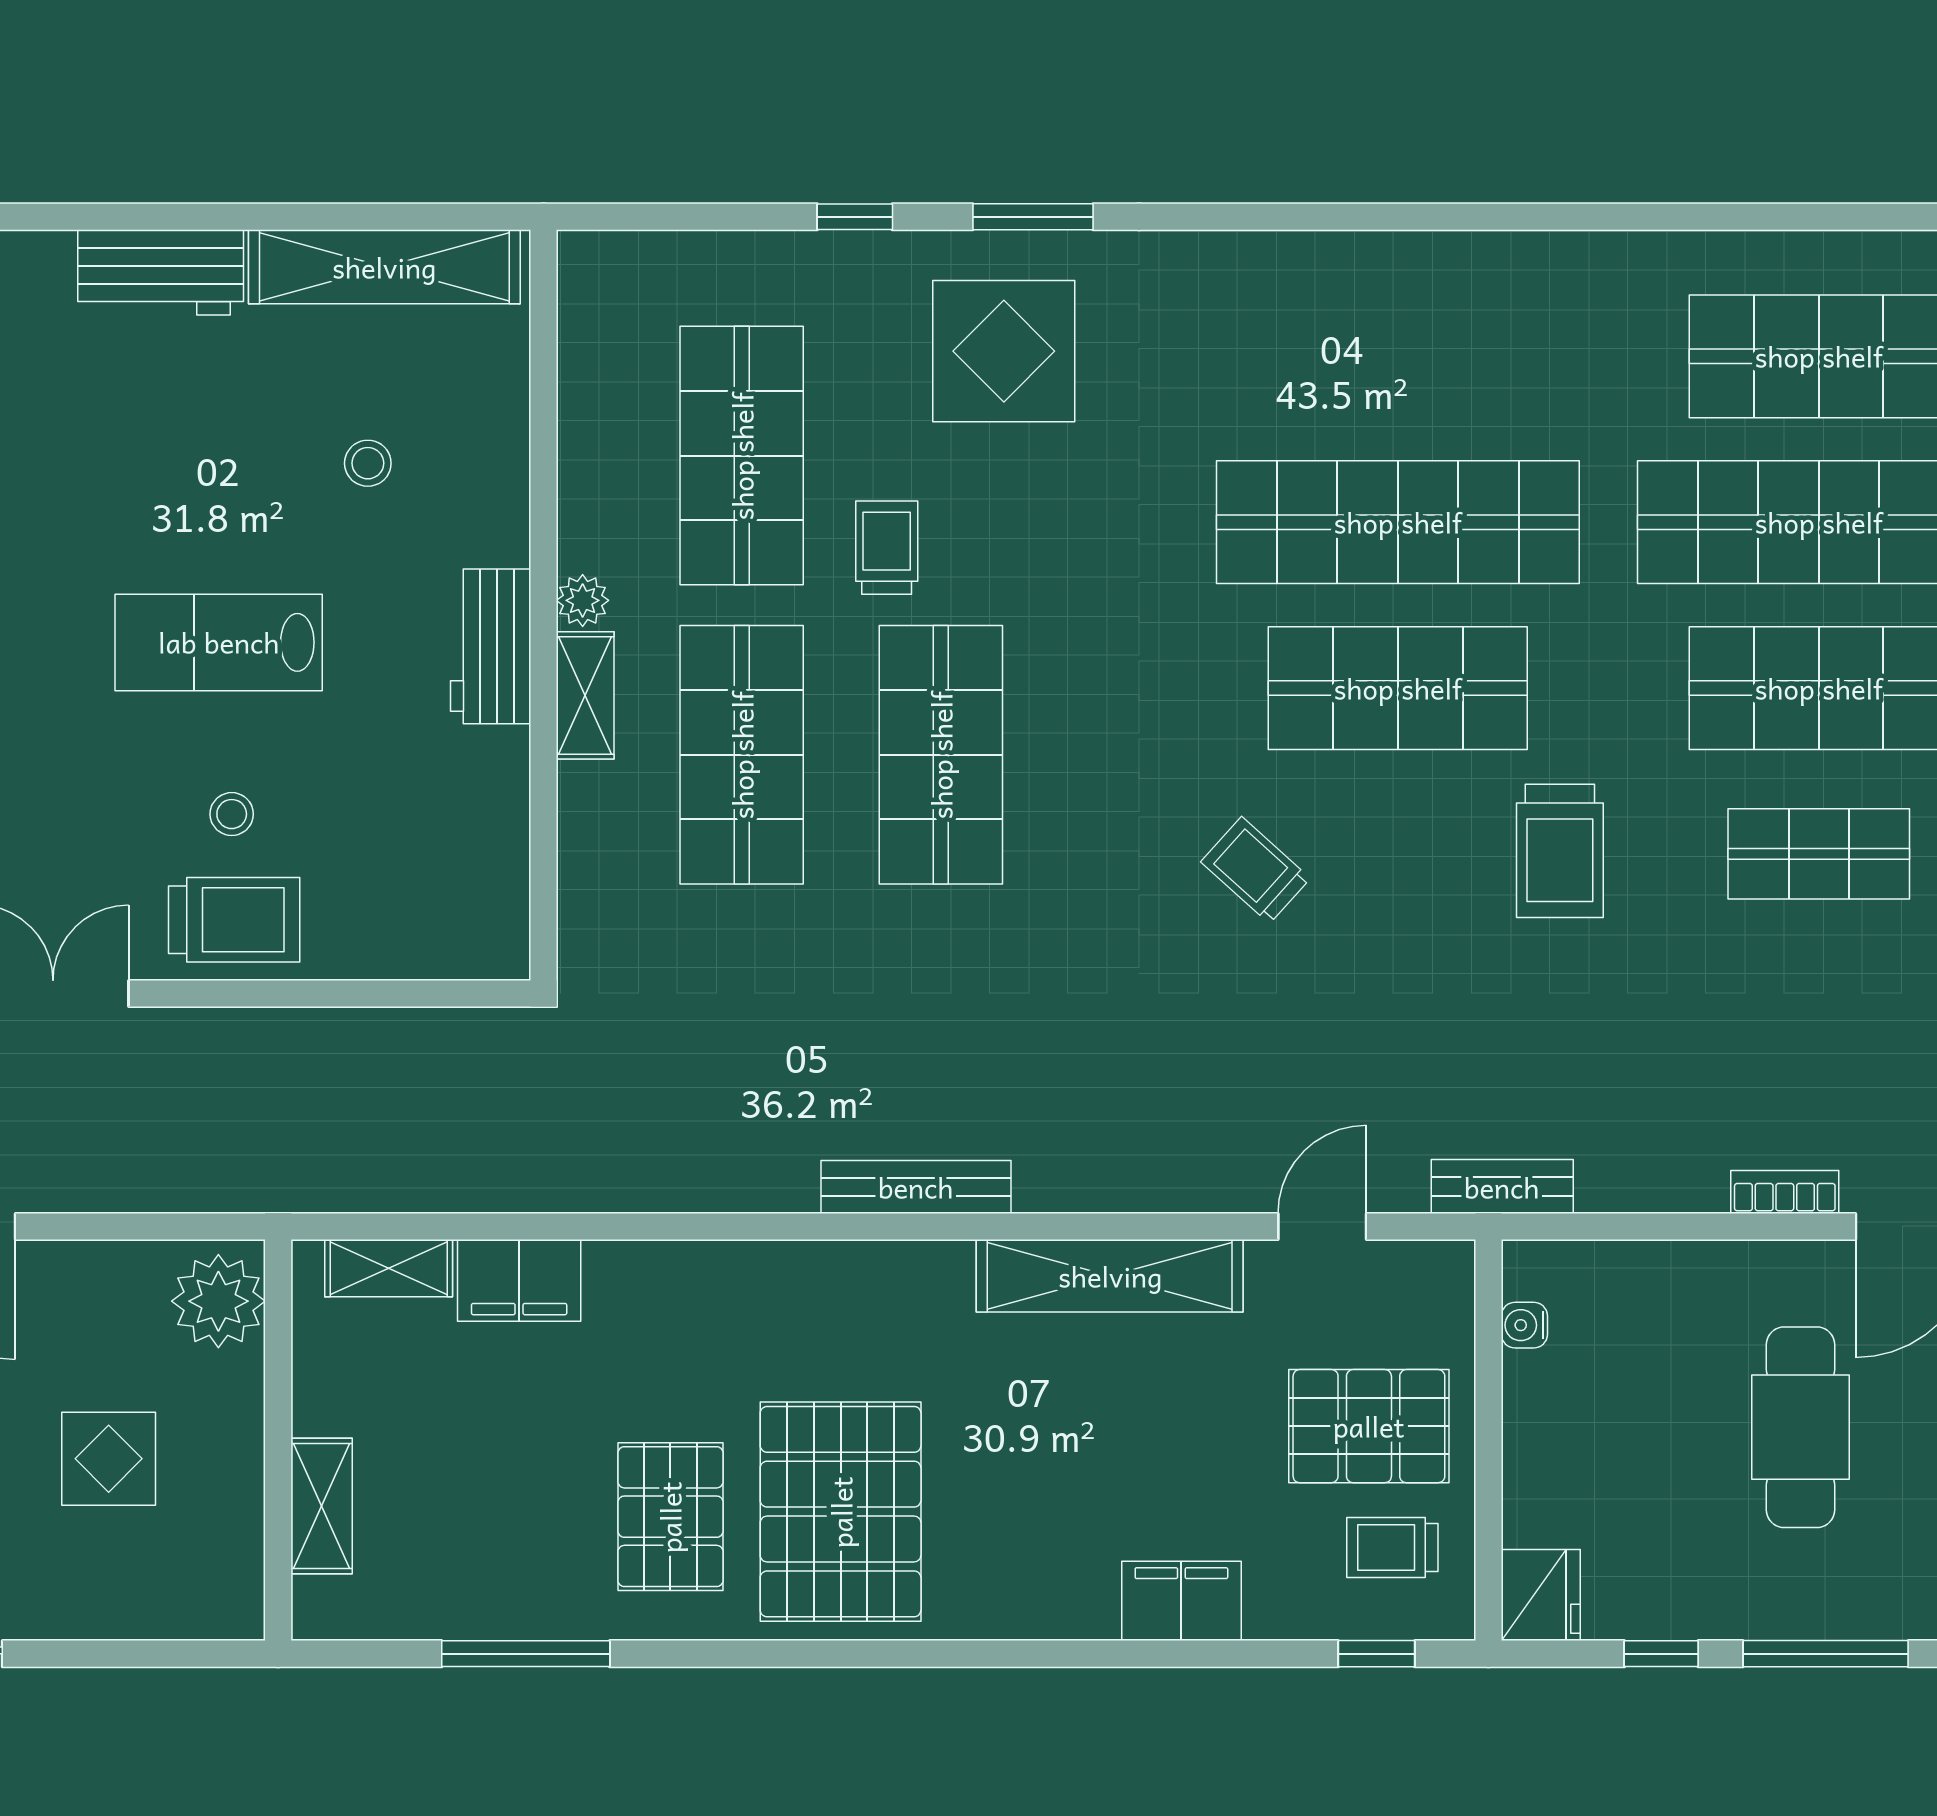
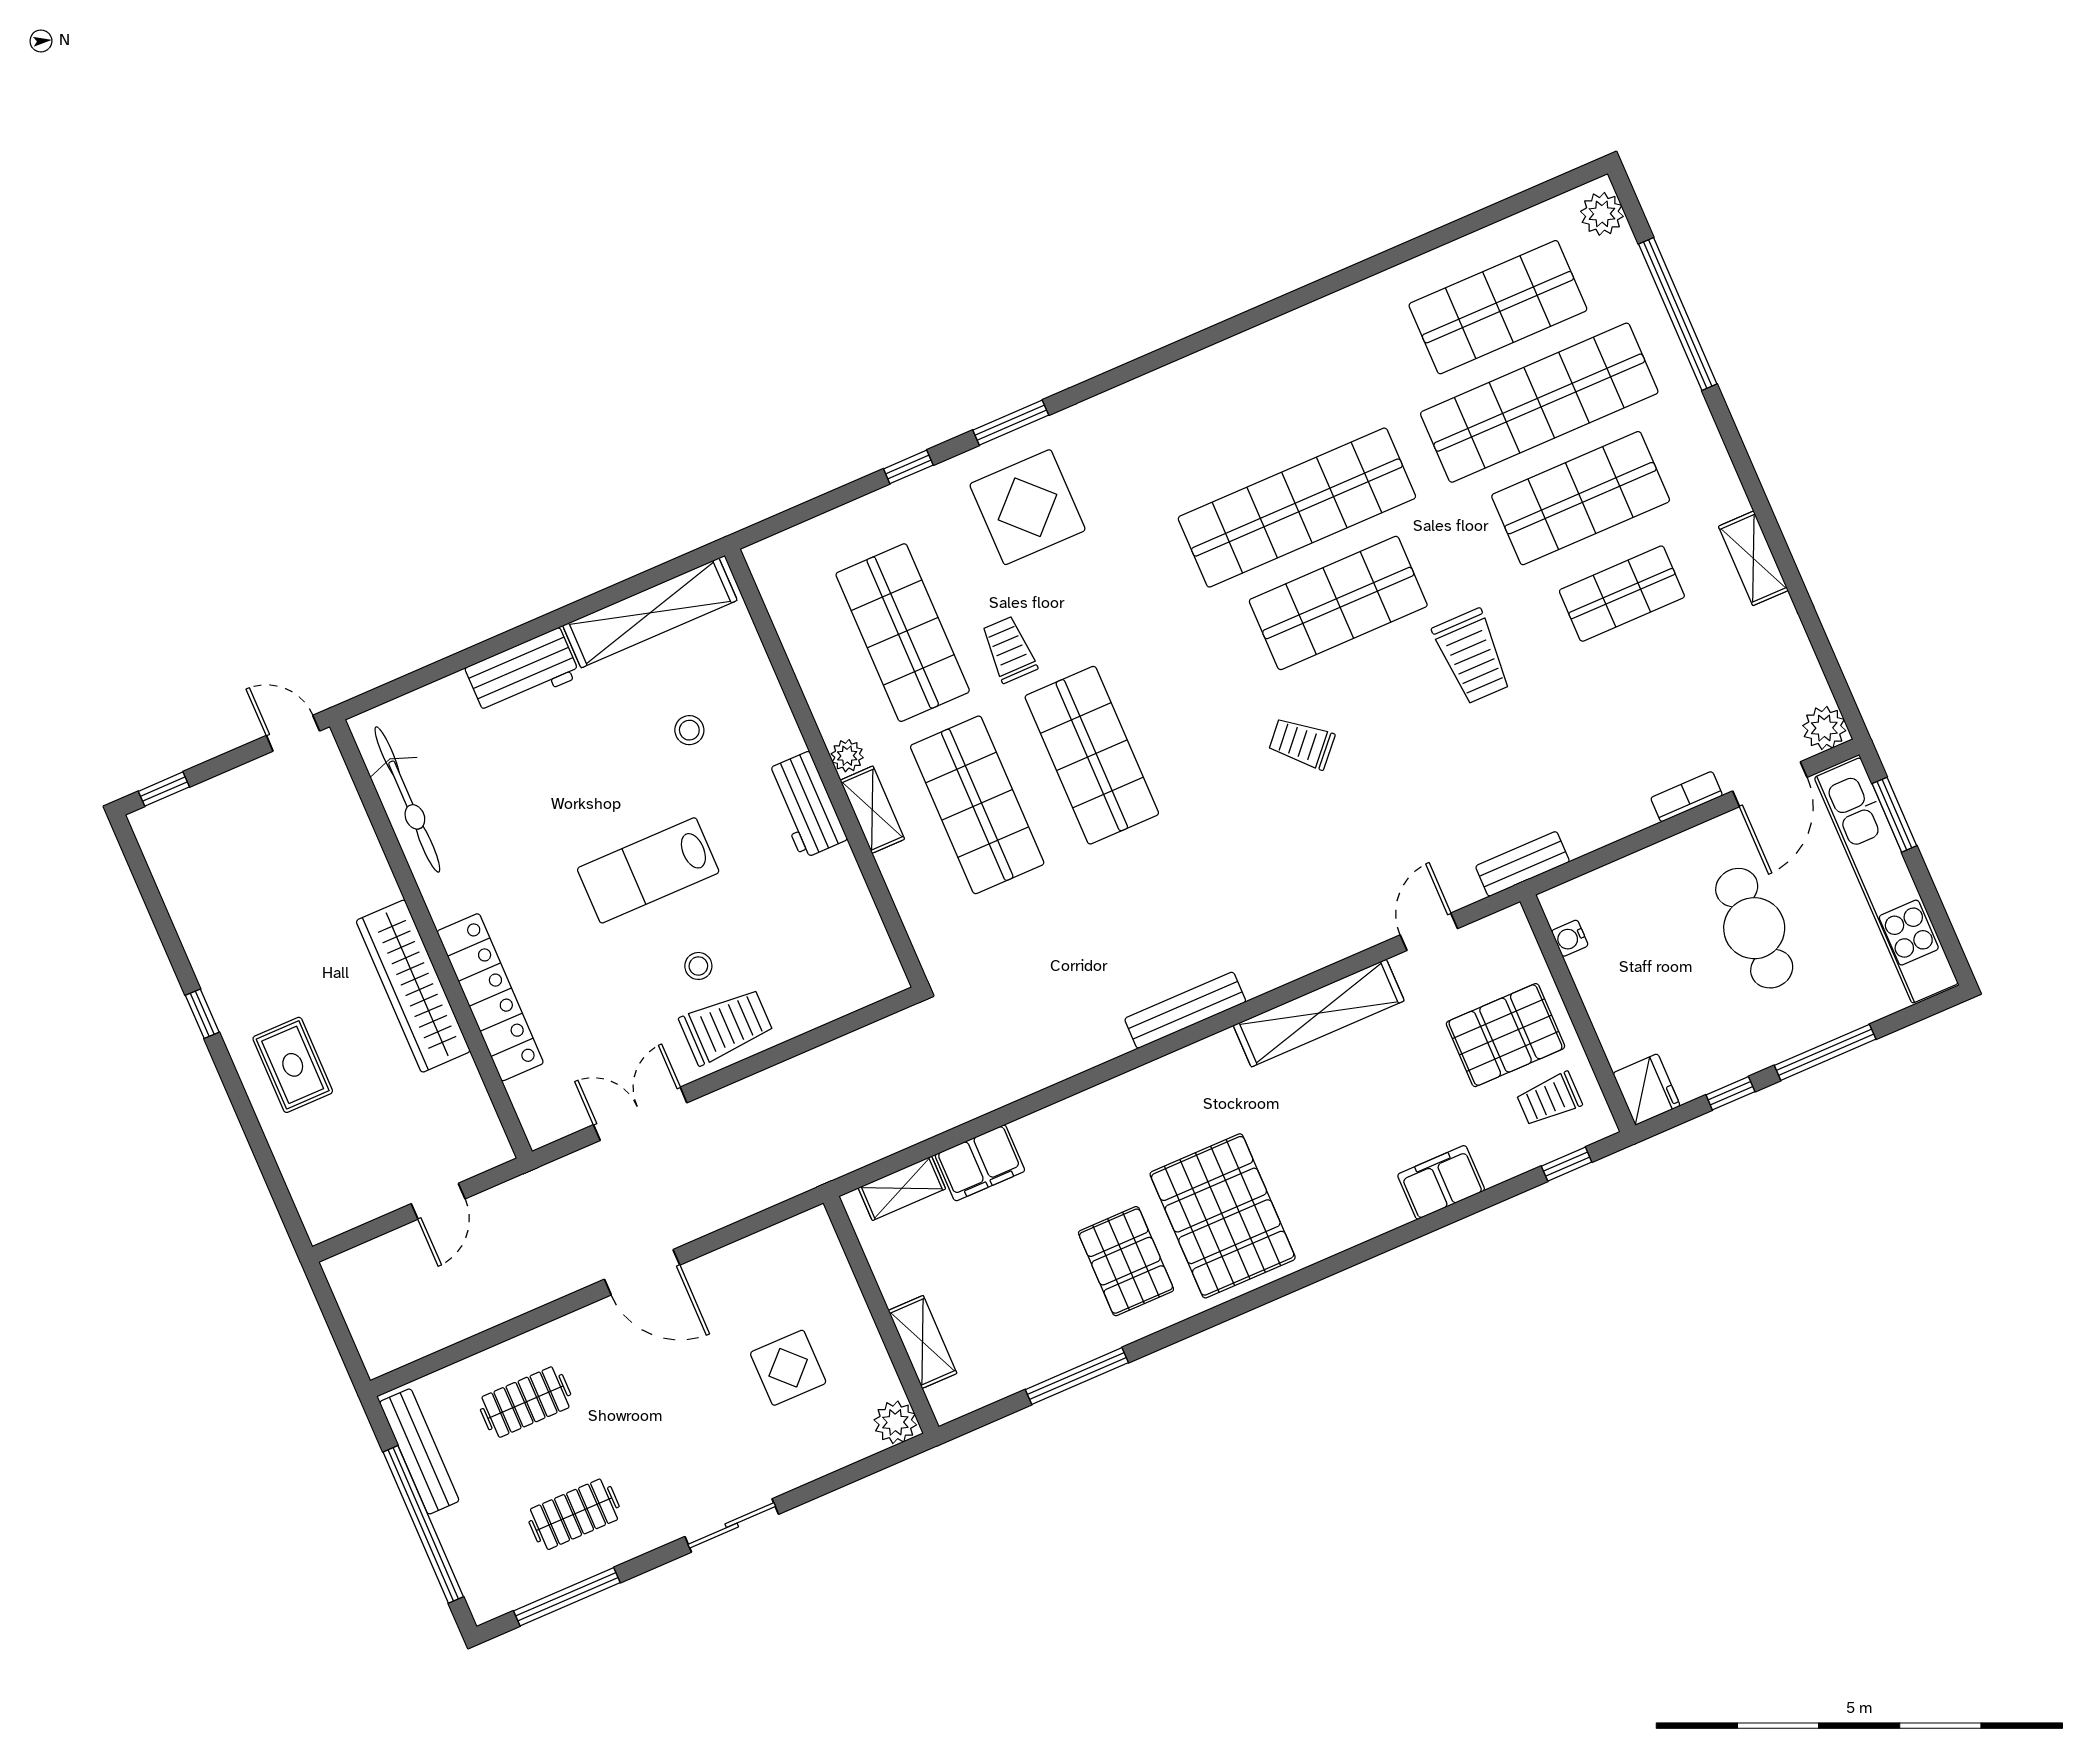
plant: (218, 1301) -> (895, 1422), moved, width x0.73, depth x0.73

